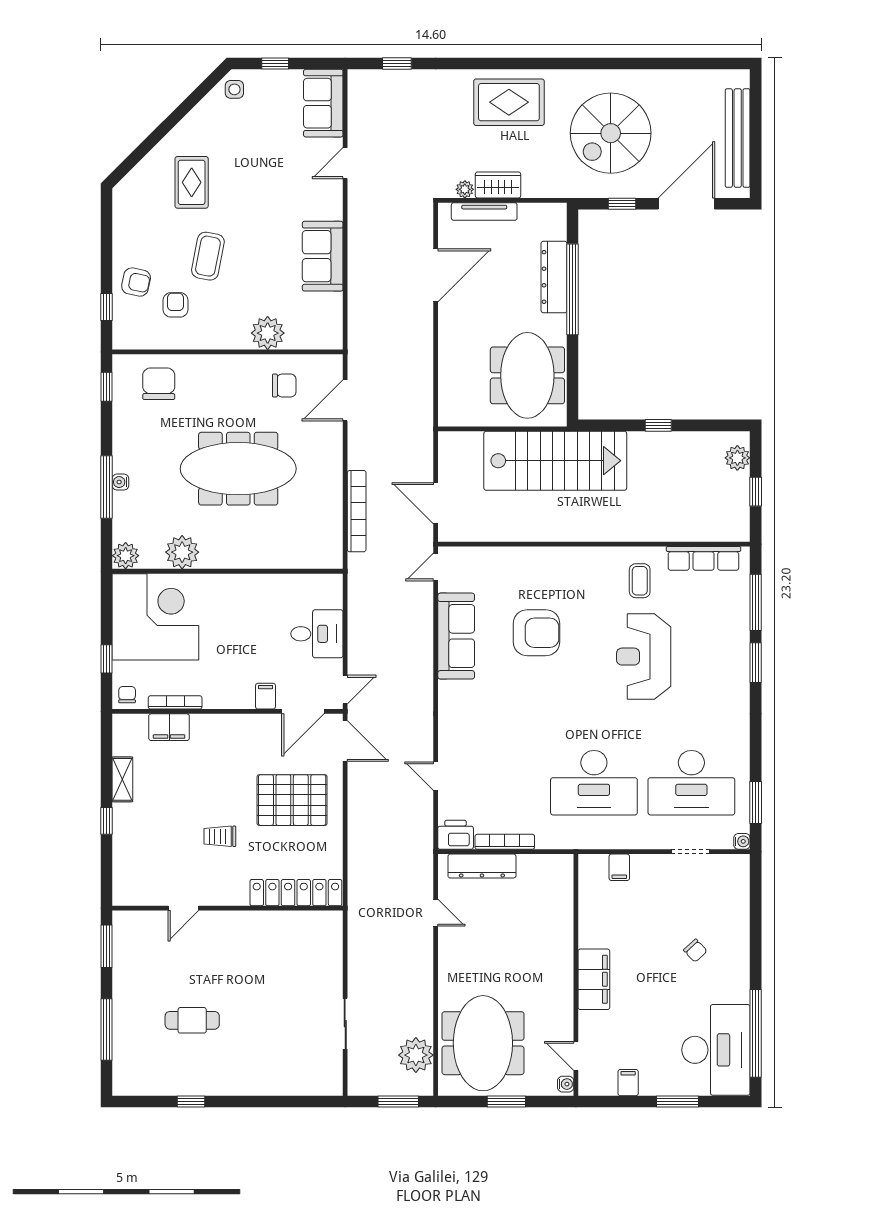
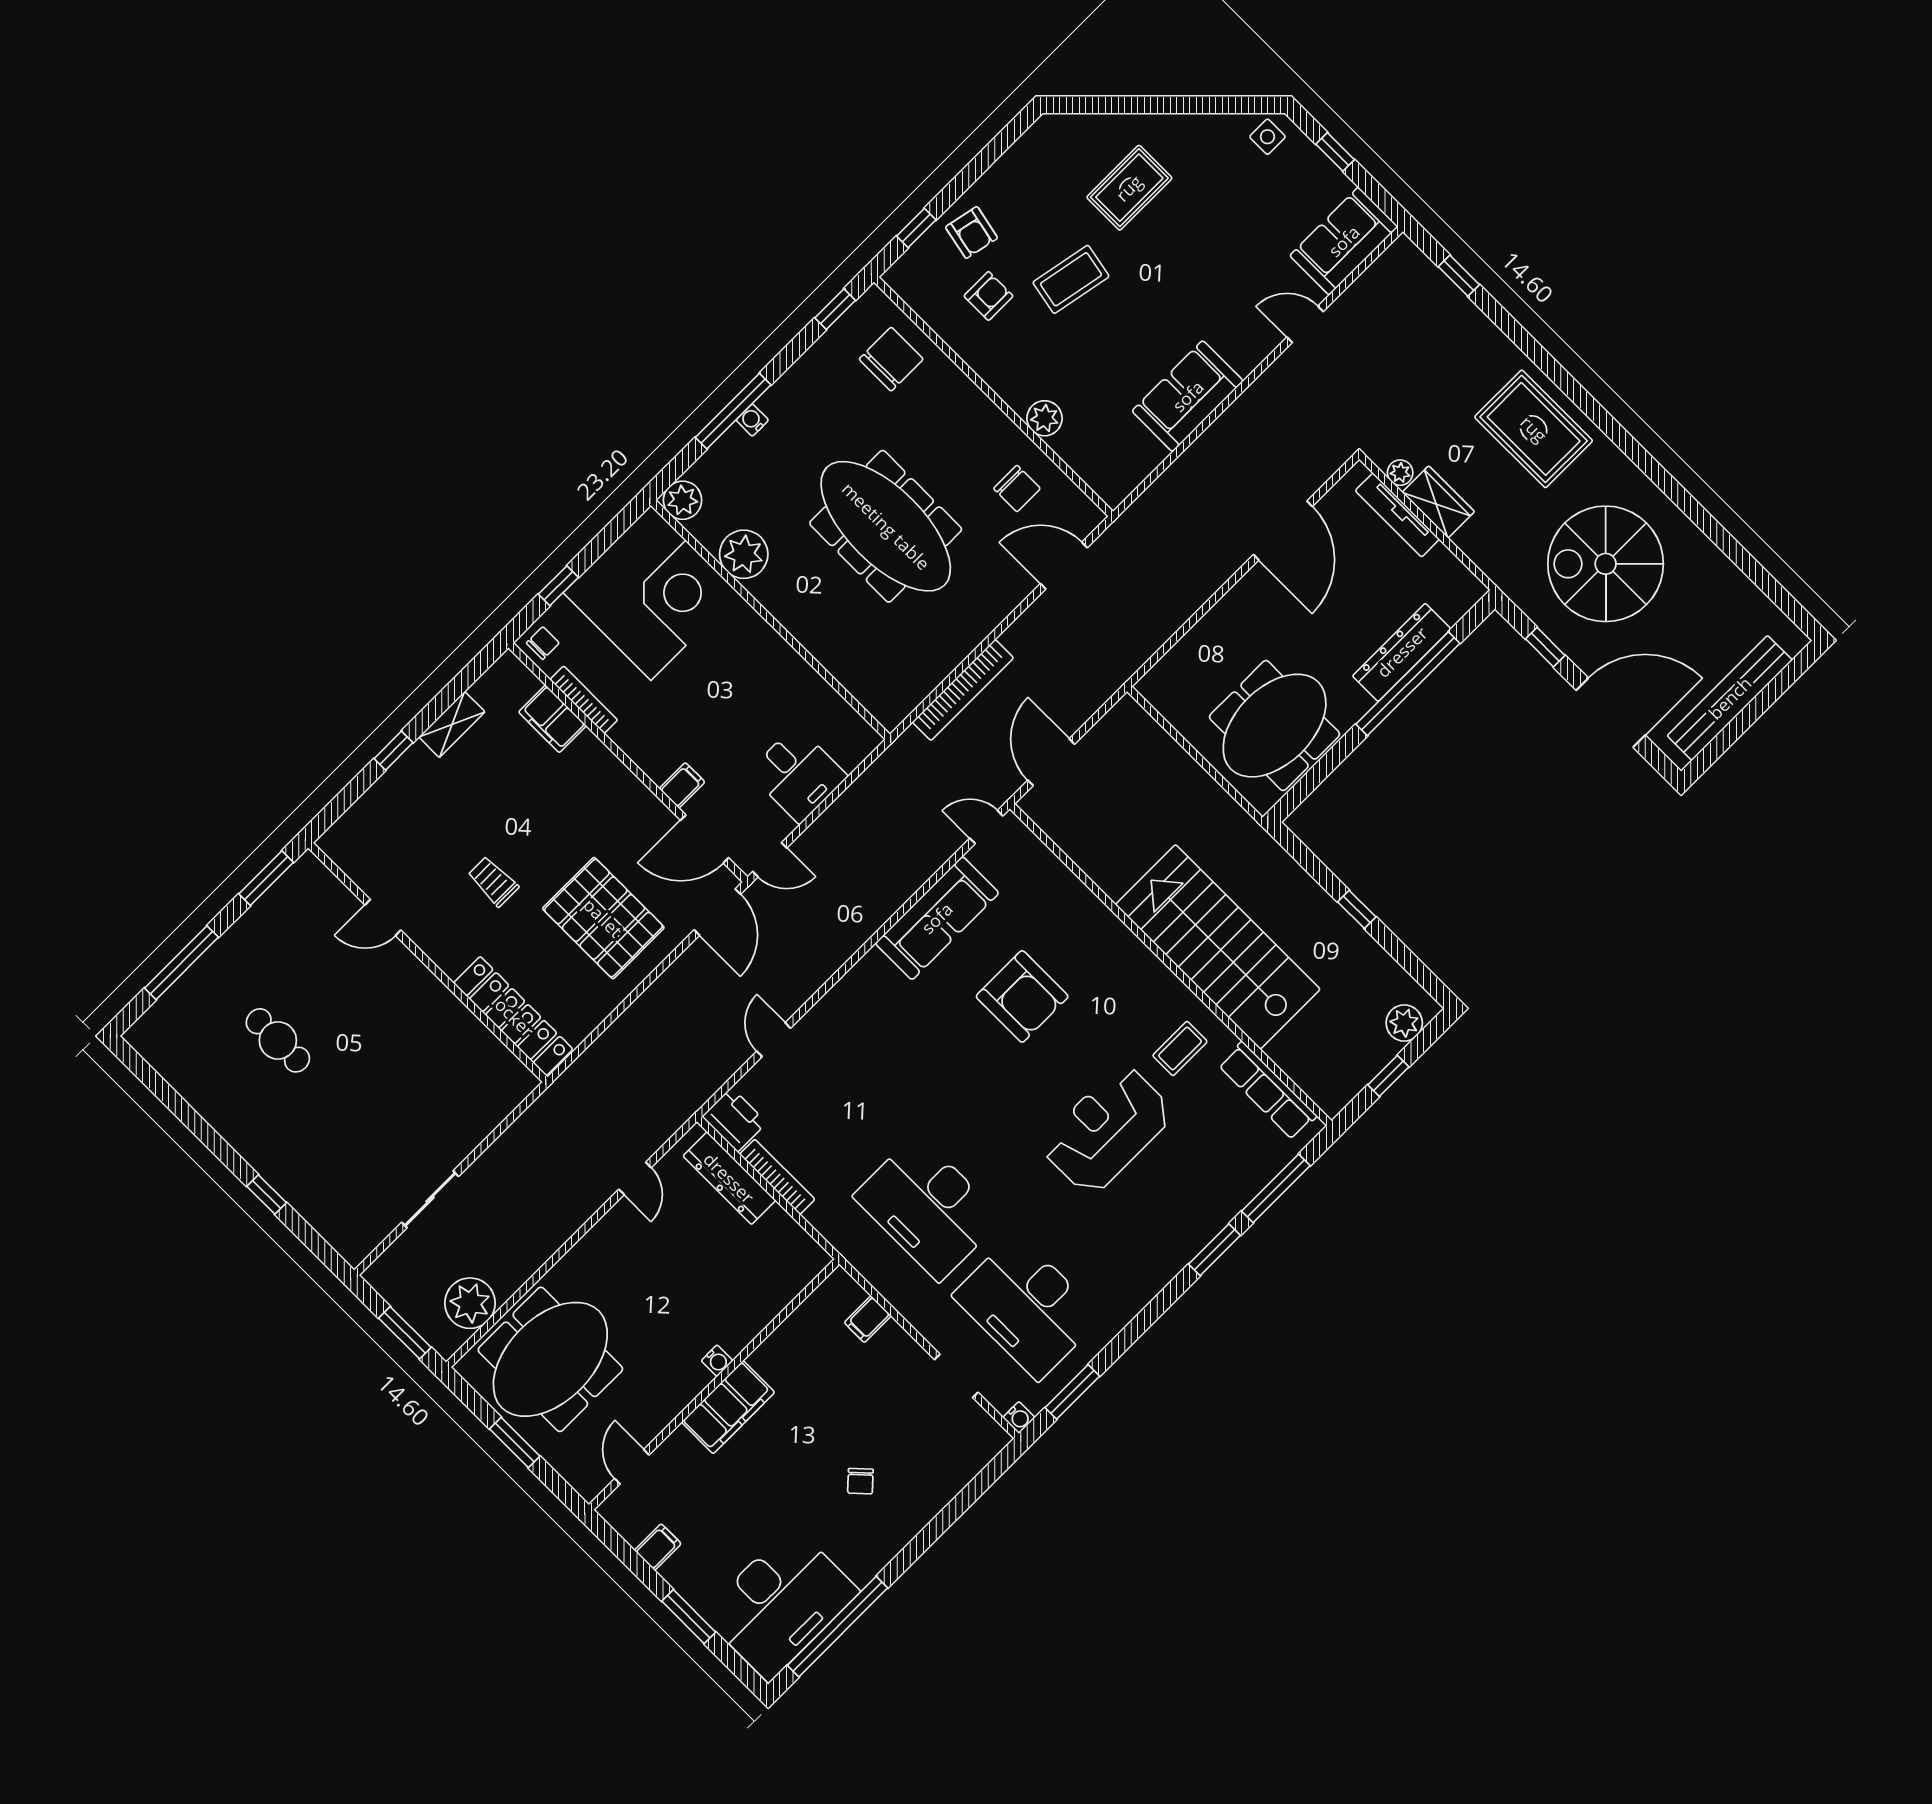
door: (436, 275) -> (1283, 531), hinge flipped
plant: (268, 333) -> (1045, 418), width x0.73, depth x0.73
stairs: (555, 461) -> (1218, 947), moved, turned 180
water cooler: (566, 1084) -> (717, 1361), moved
window: (191, 1102) -> (267, 1194), moved

